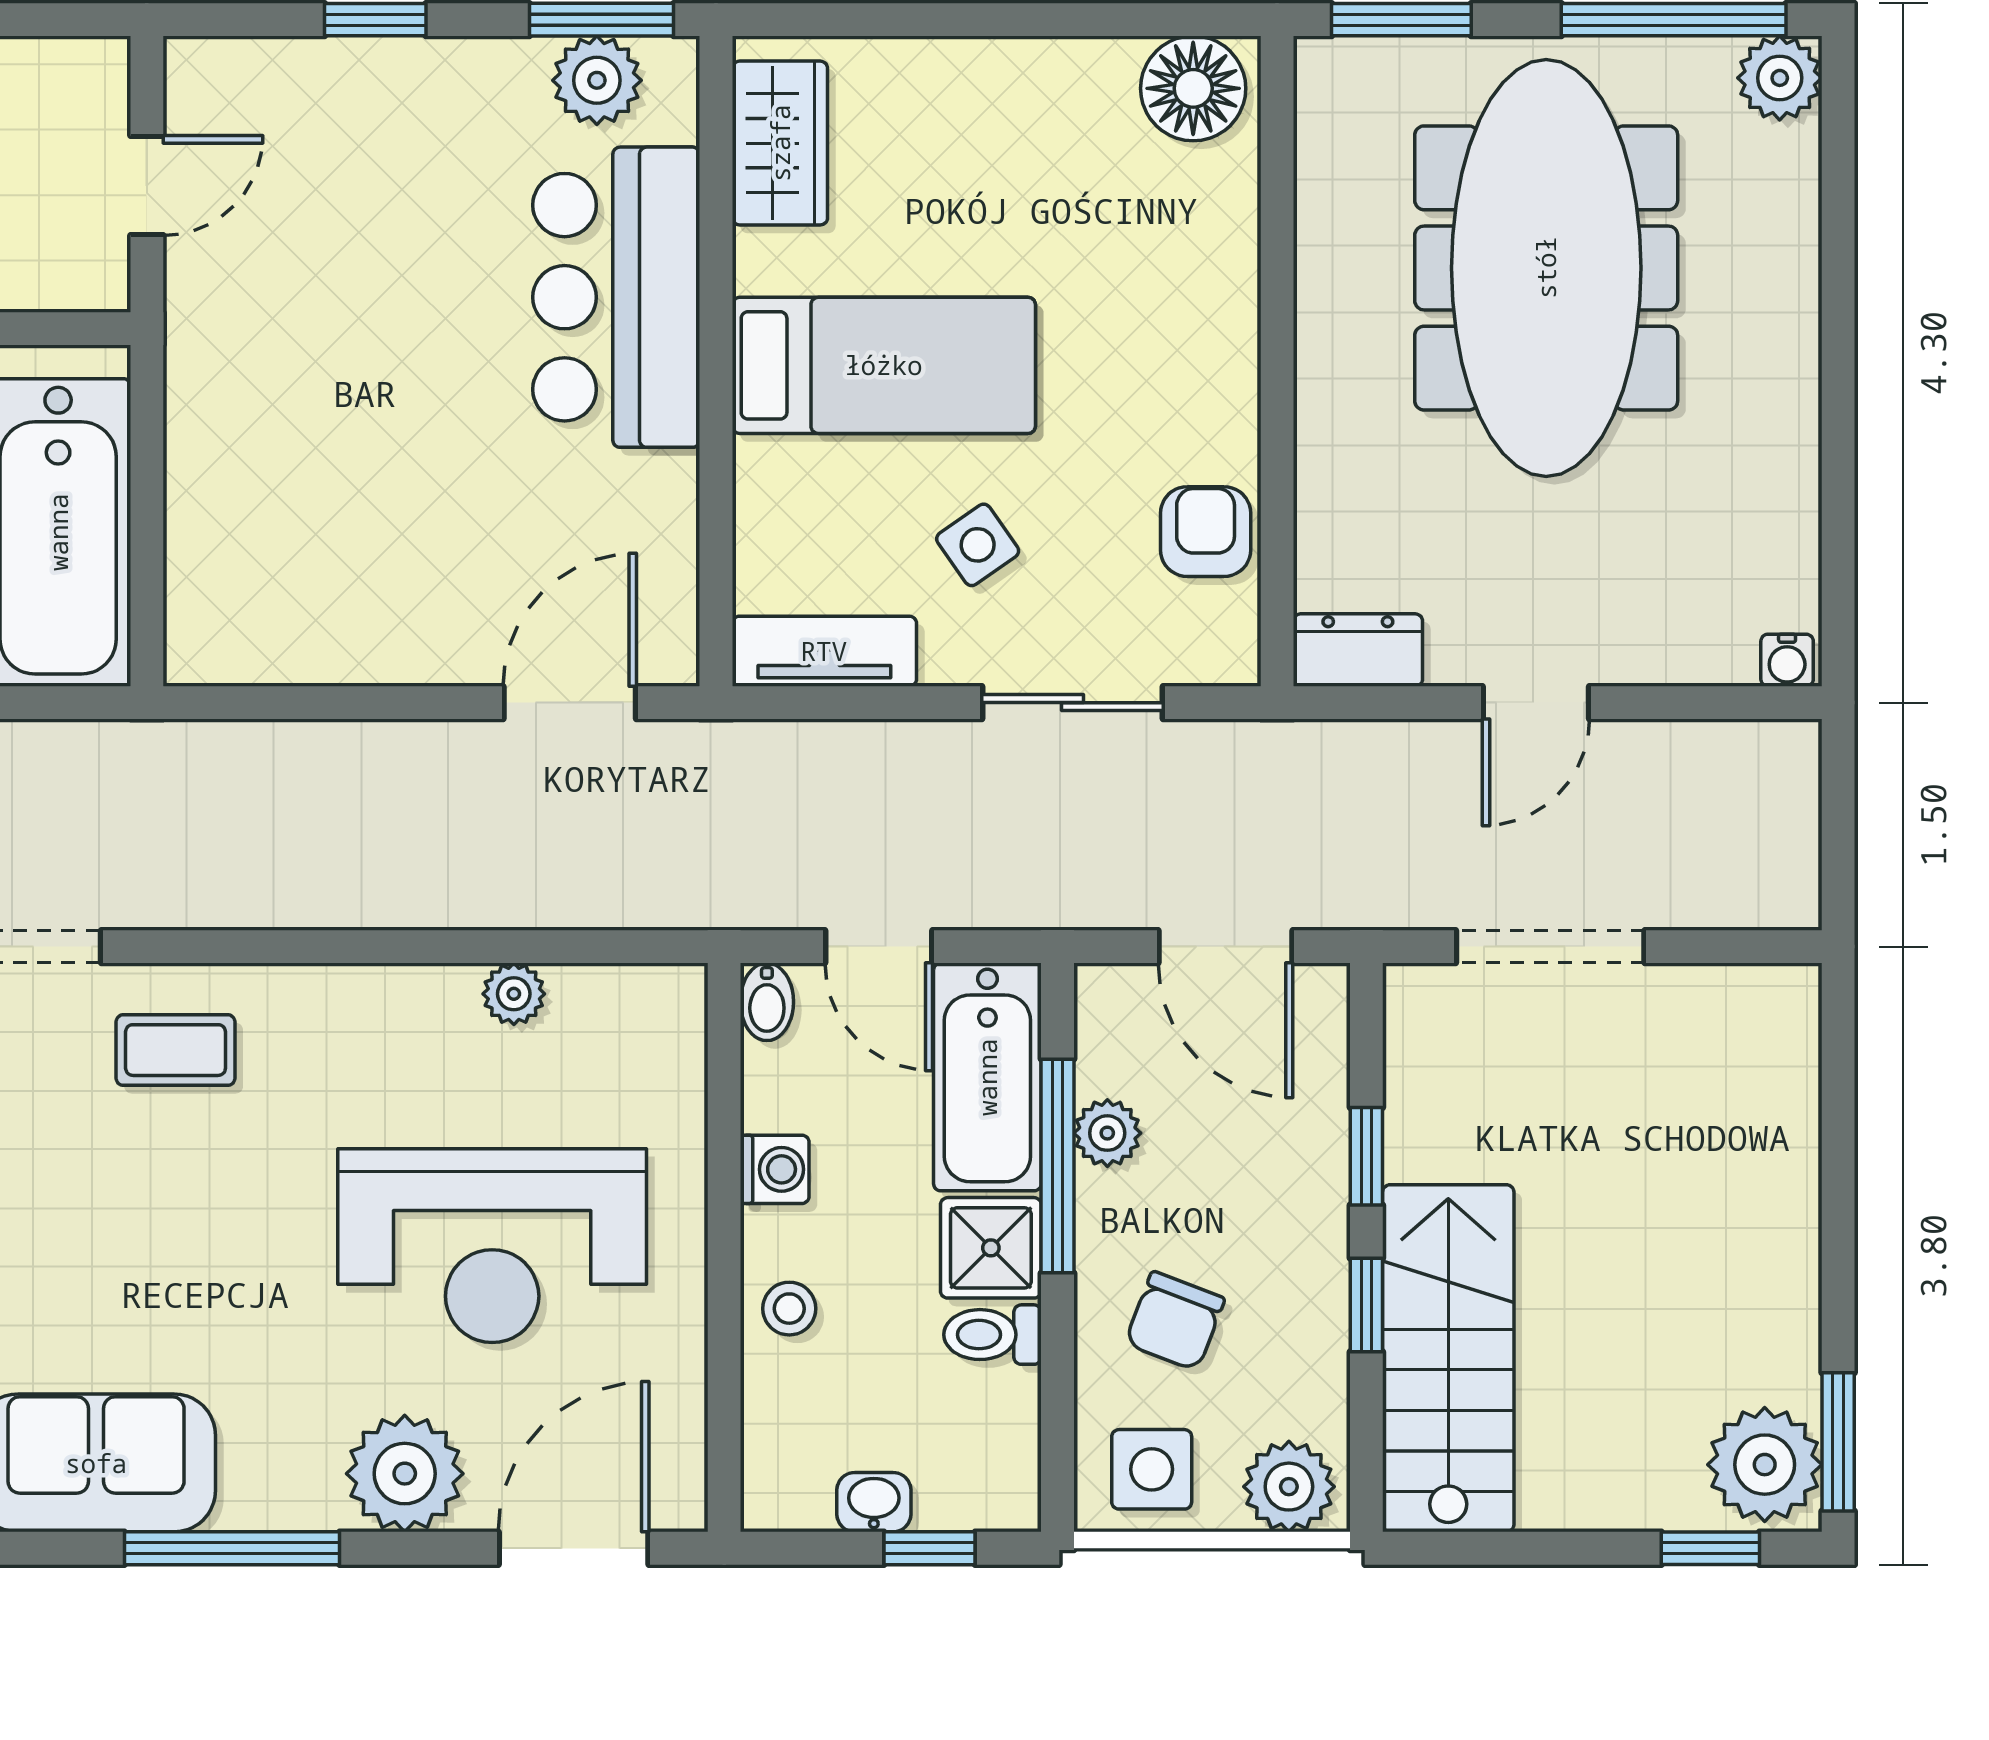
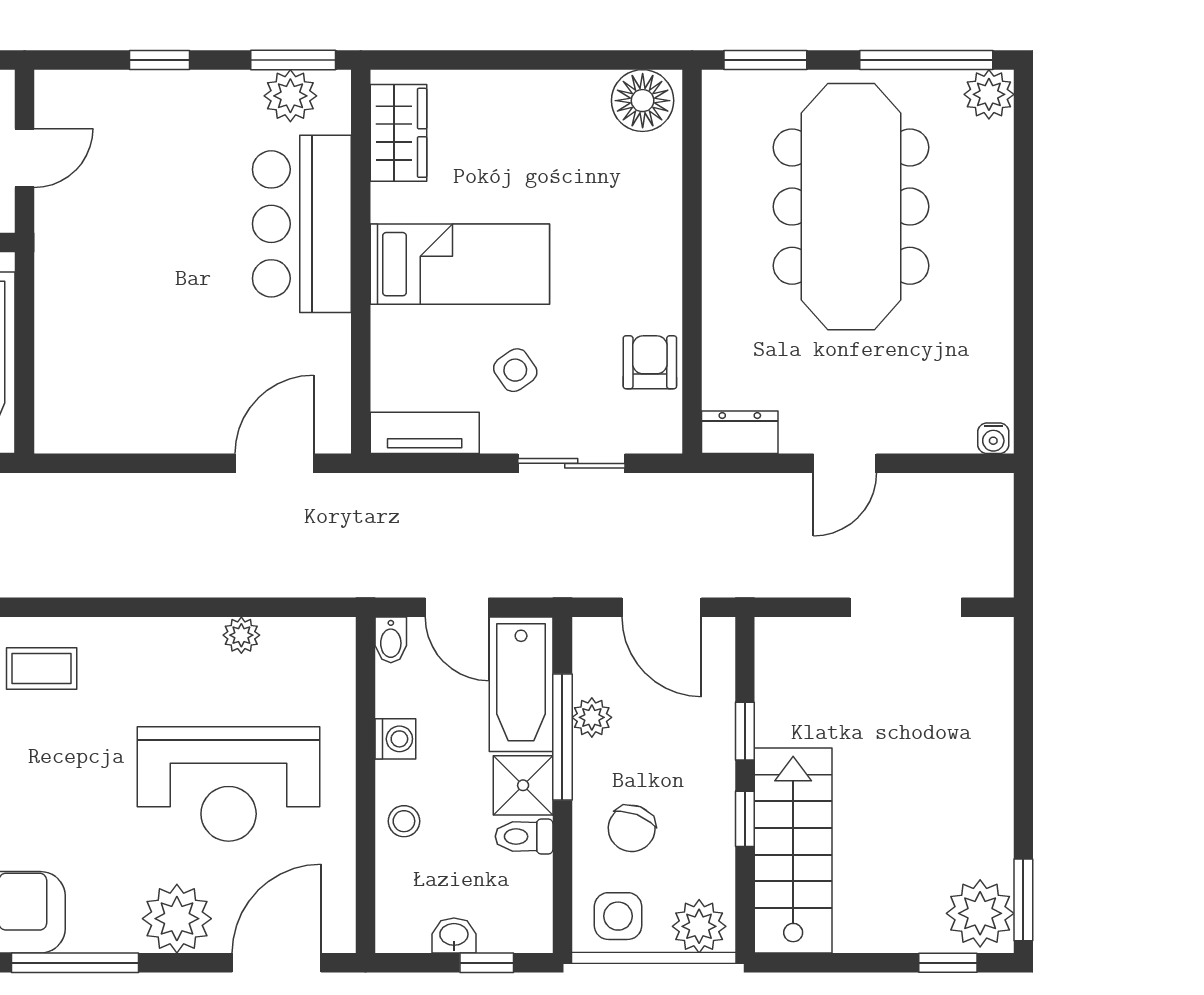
doorway: (1550, 947) -> (906, 607), moved

